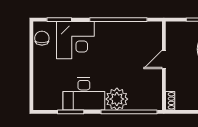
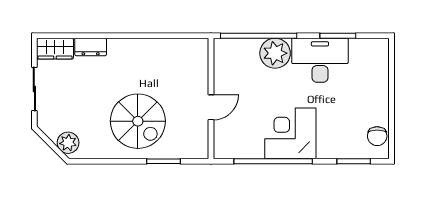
corner desk: (75, 40) -> (290, 133), moved
shoe rack: (170, 101) -> (202, 51), removed

